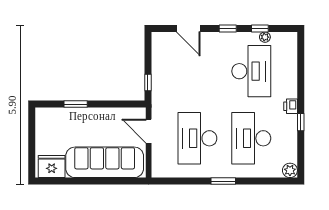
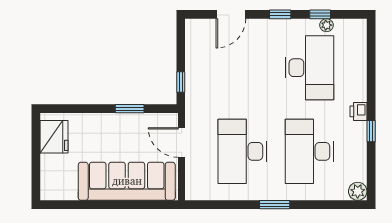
door: (188, 28) -> (231, 14), hinge flipped
window: (76, 104) -> (130, 109), moved
fridge: (52, 167) -> (54, 137), moved, turned 90

